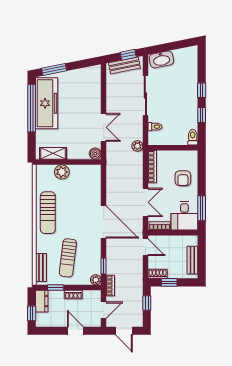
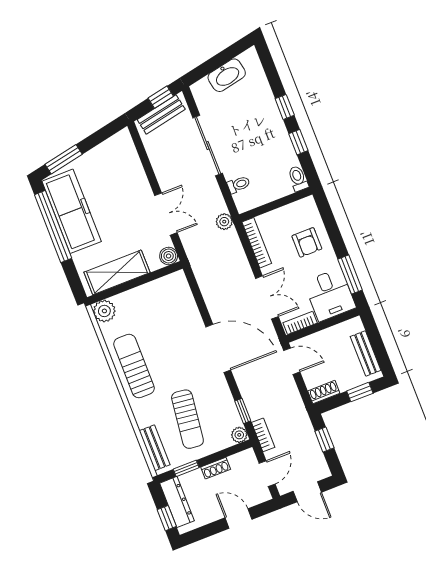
washbasin: (161, 59) -> (227, 75), moved
shelving: (53, 153) -> (117, 272), width x1.50, depth x1.33
plant: (62, 172) -> (104, 311), moved
sun lounger: (48, 213) -> (134, 366), turned 180
window: (169, 282) -> (360, 392), moved
dresser: (42, 301) -> (177, 502), width x1.44

